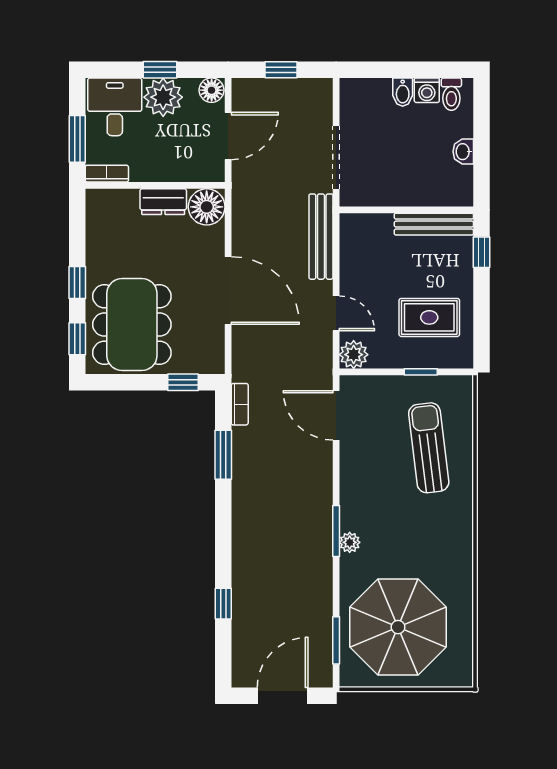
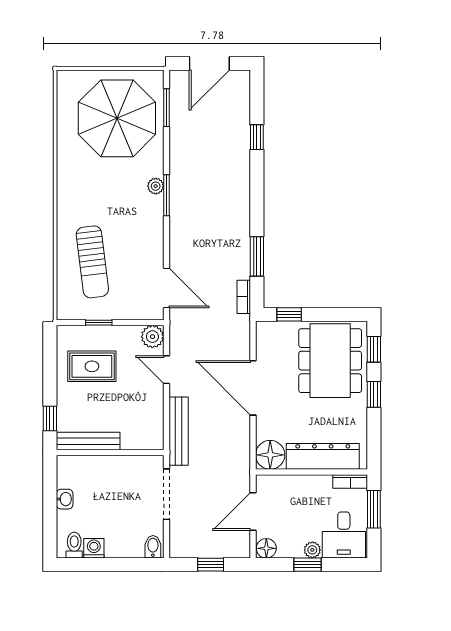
bidet: (403, 92) -> (153, 547), moved
plant: (163, 97) -> (312, 550), width x0.53, depth x0.53
dresser: (163, 202) -> (323, 456), width x1.96, depth x1.24

